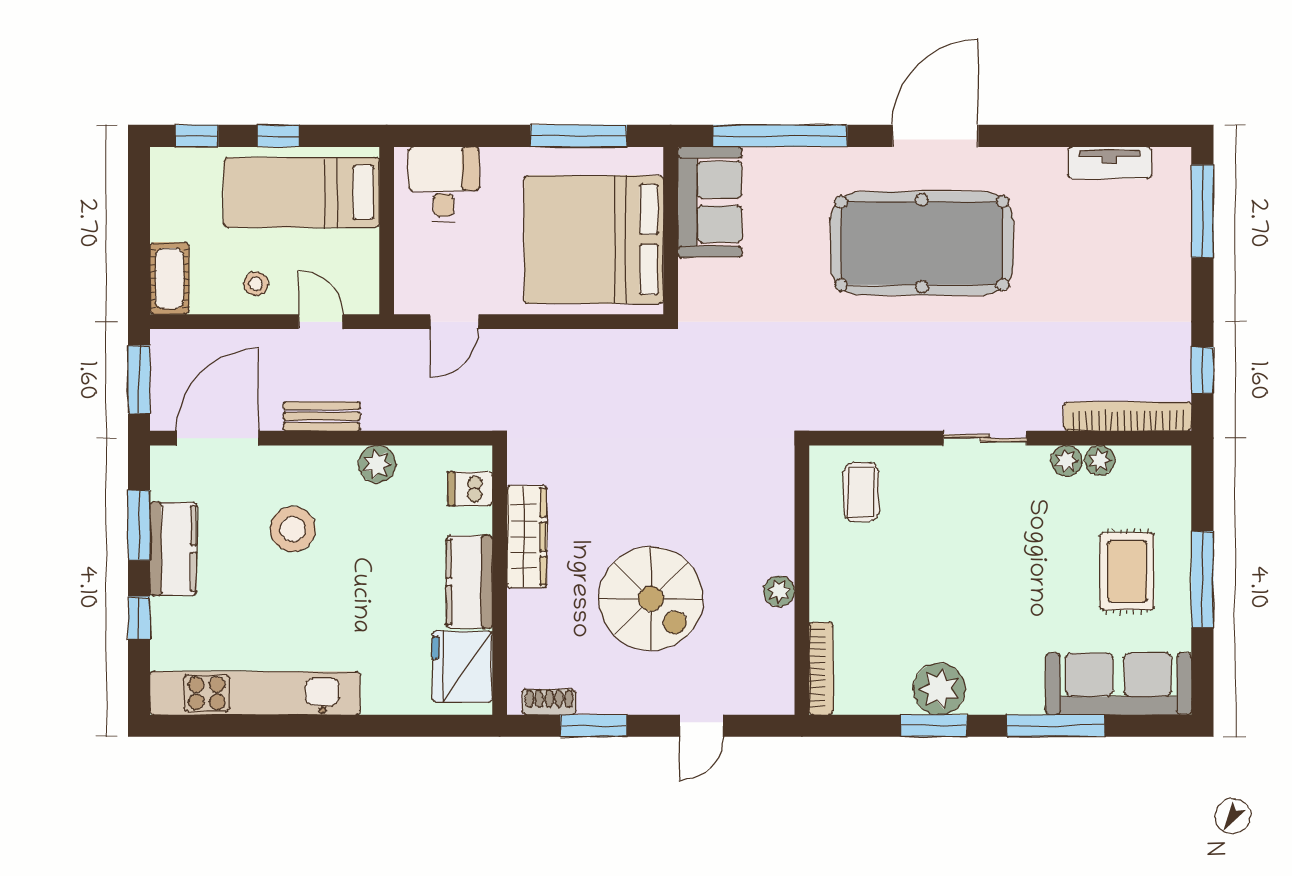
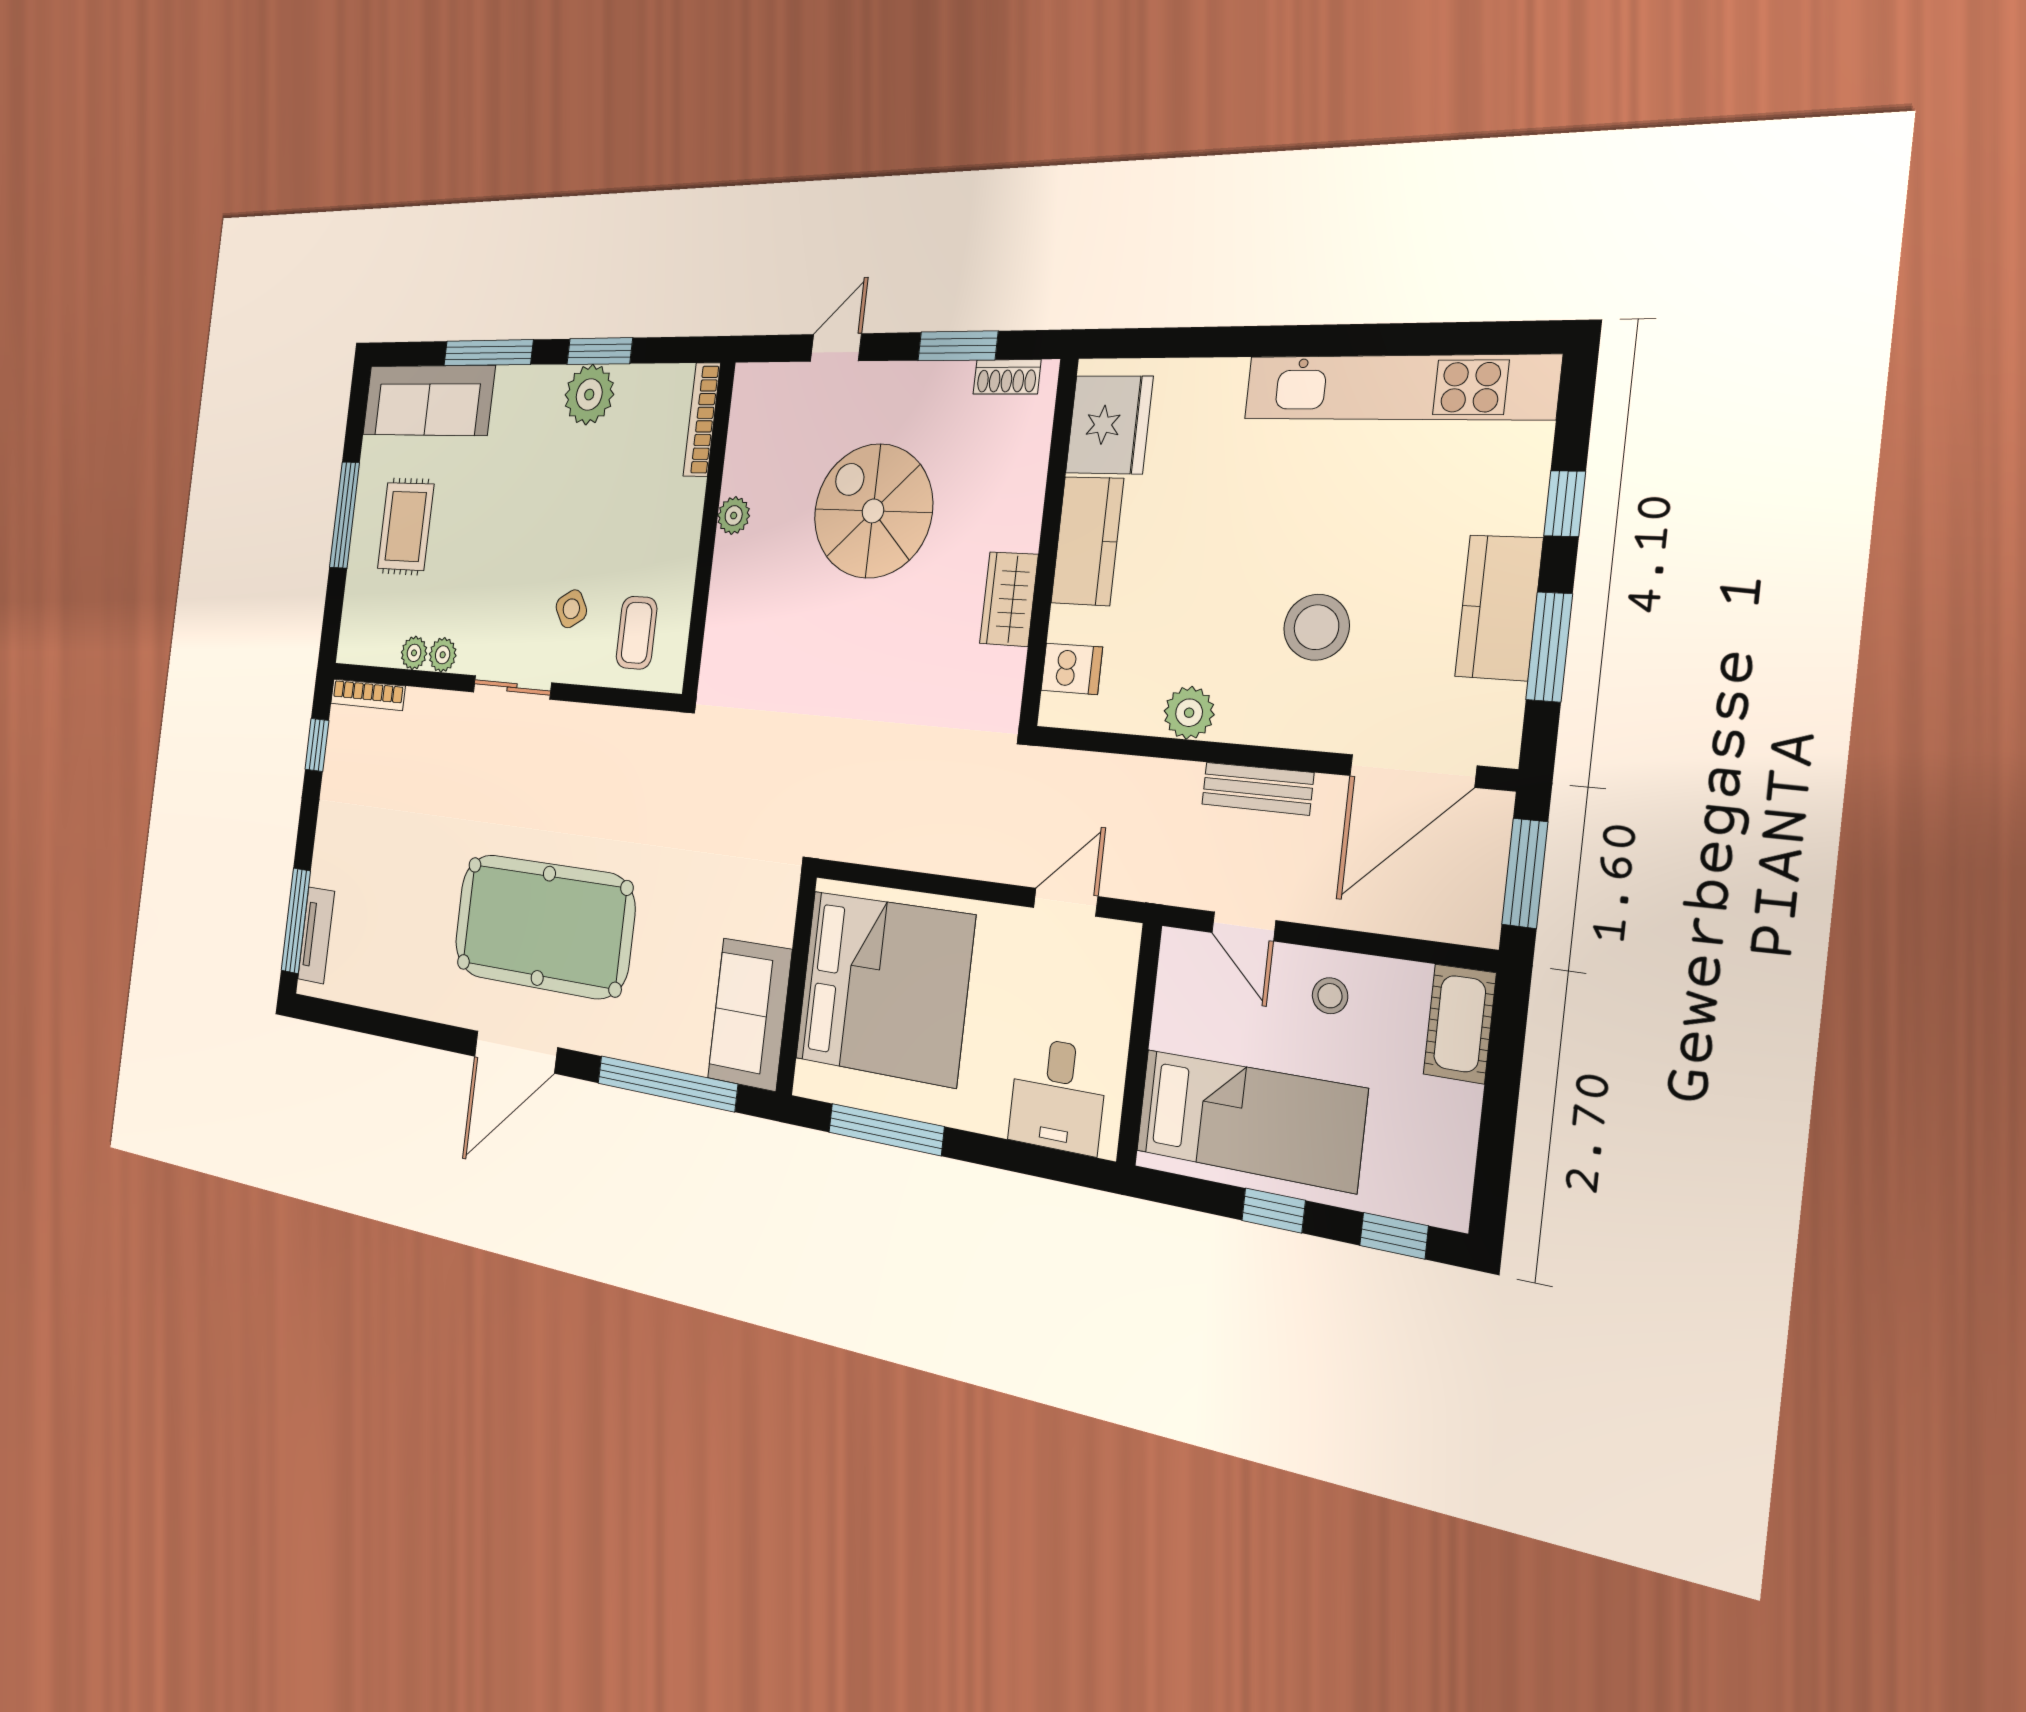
tv unit: (1110, 163) -> (316, 935), moved, turned 90
bookcase: (1128, 416) -> (368, 695), width x0.68, depth x0.76
side table: (932, 508) -> (571, 609), added
wardrobe: (527, 537) -> (1009, 599), width x0.67

